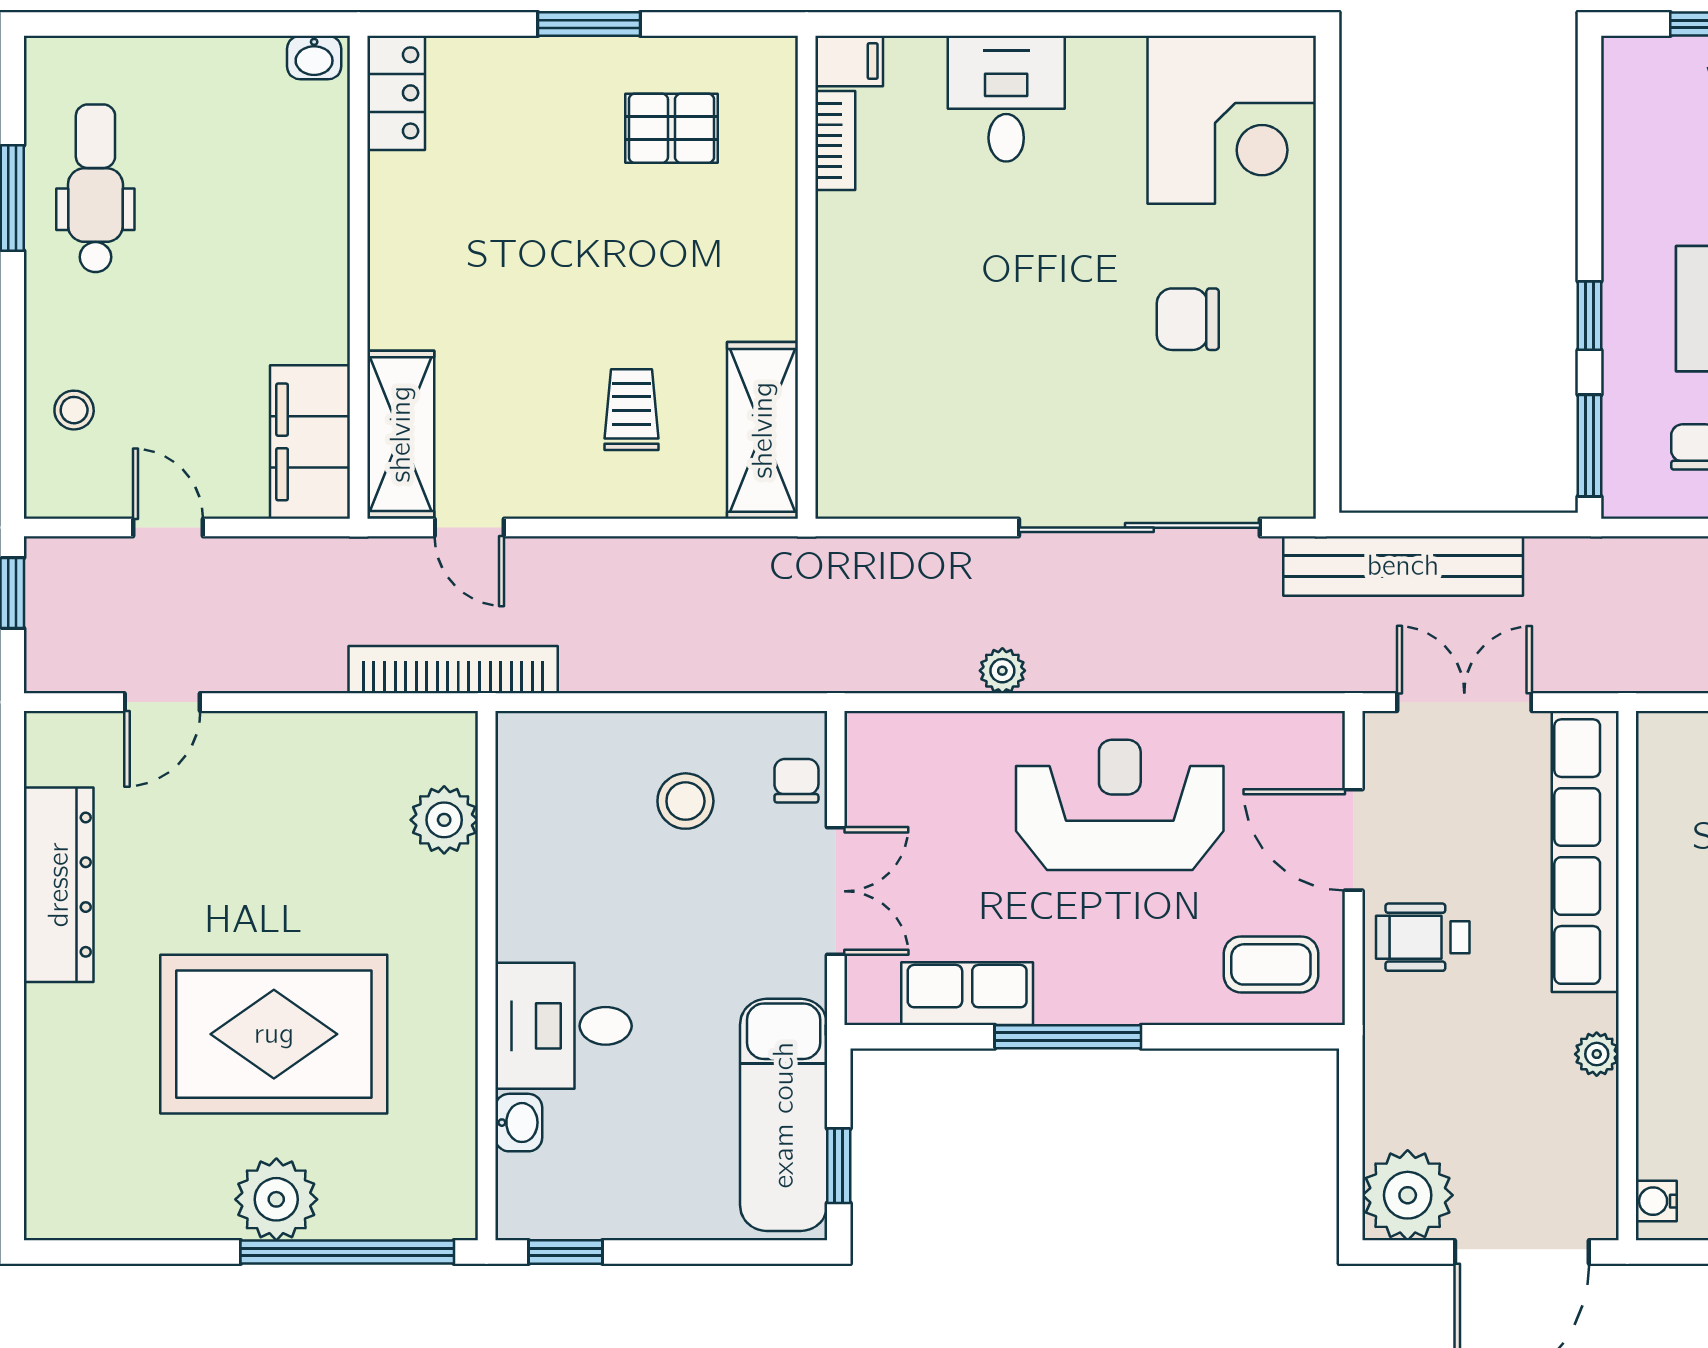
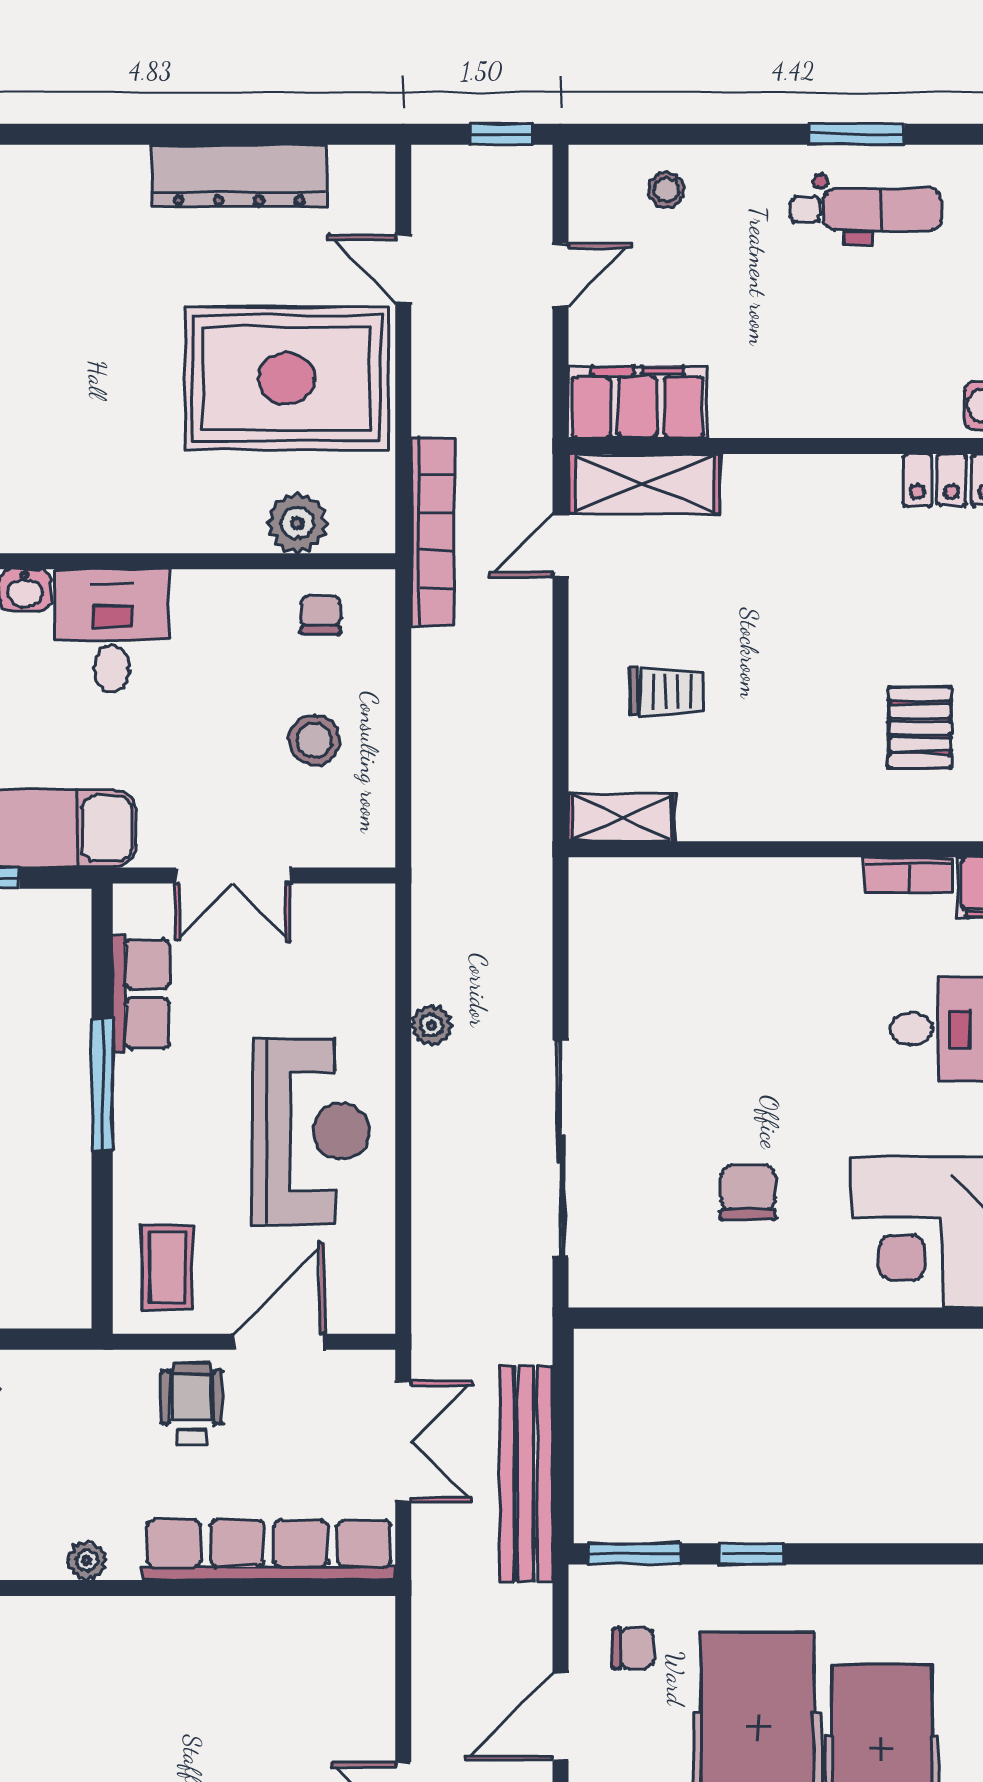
shelving: (763, 430) -> (621, 818), width x0.67, depth x0.75
bench: (1403, 566) -> (526, 1474), moved
chair: (796, 781) -> (321, 615), moved, turned -90
rug: (274, 1034) -> (287, 378), moved, turned 90

